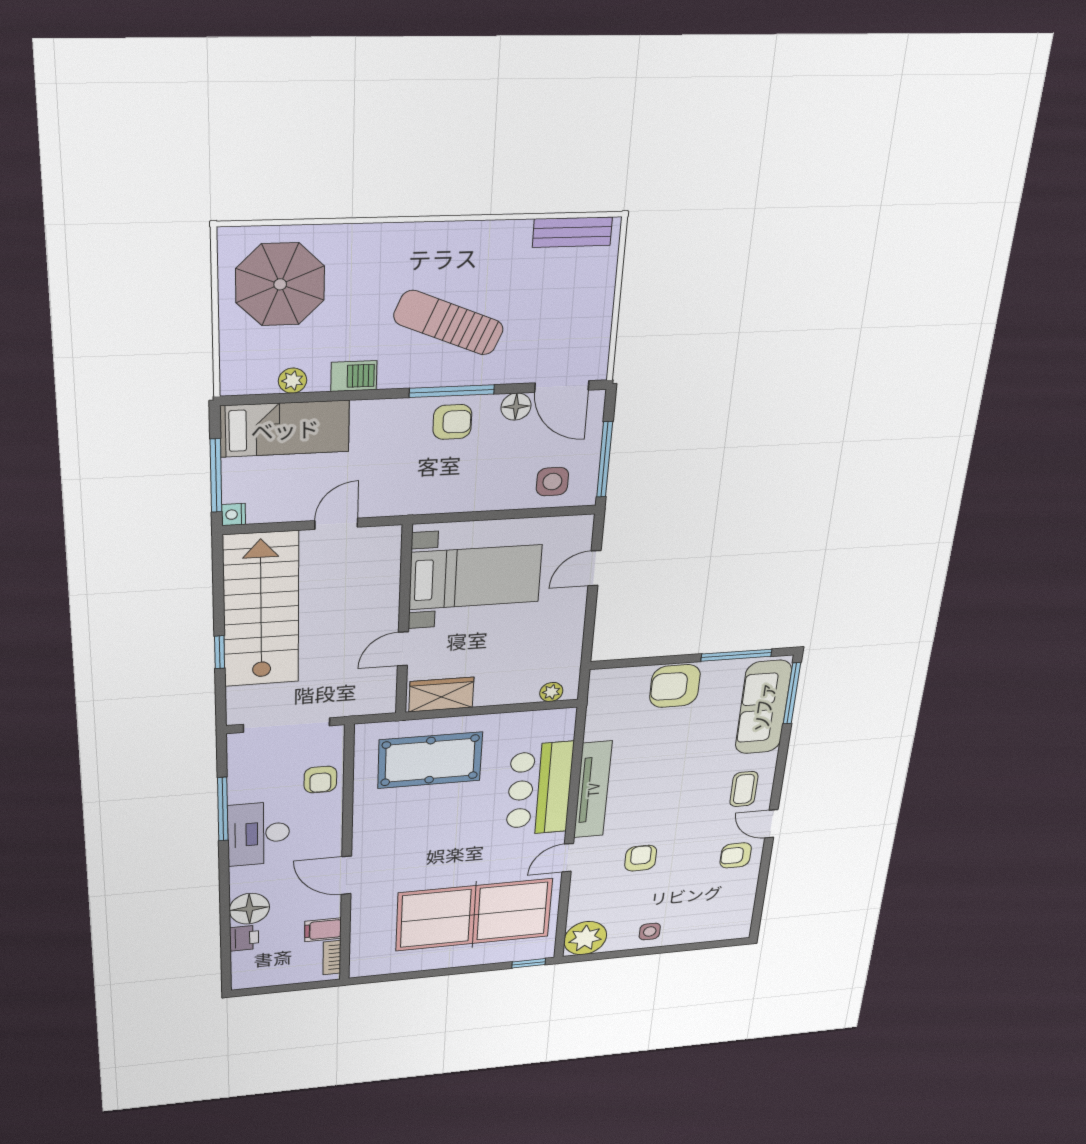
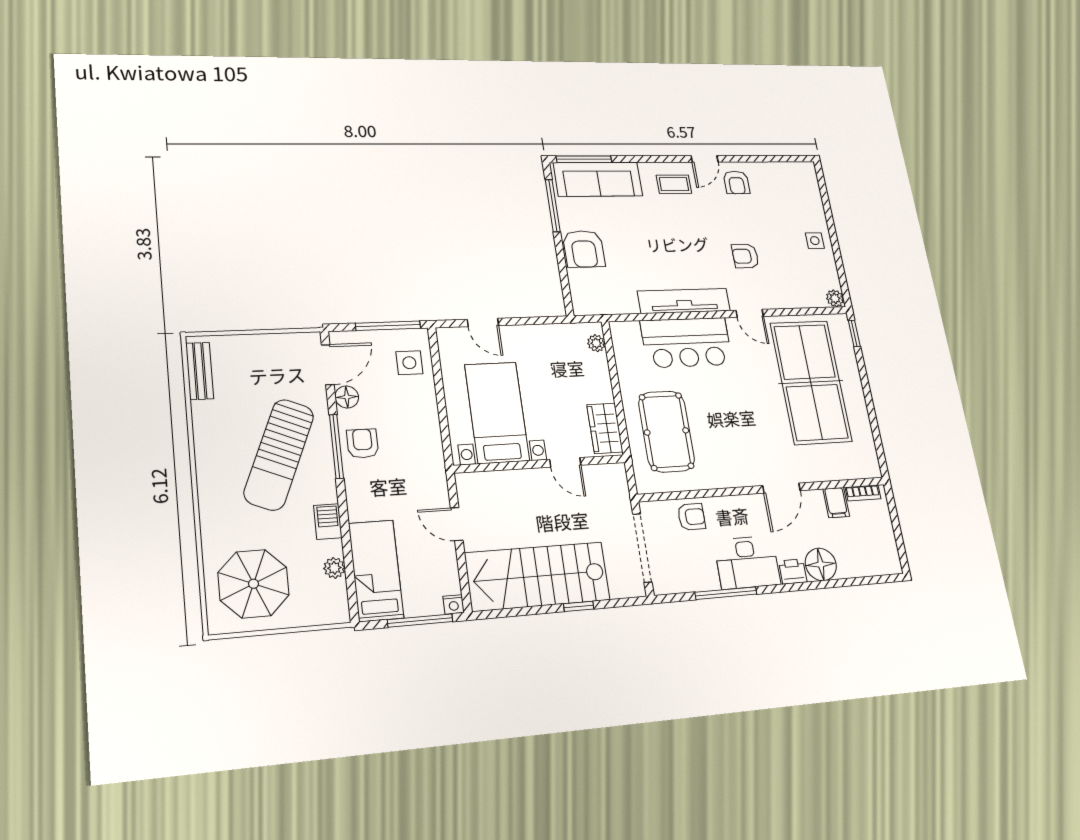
sun lounger: (449, 323) -> (279, 454), width x1.36, depth x1.34
printer: (244, 938) -> (793, 572), moved
plant: (585, 938) -> (835, 298), width x0.53, depth x0.53

